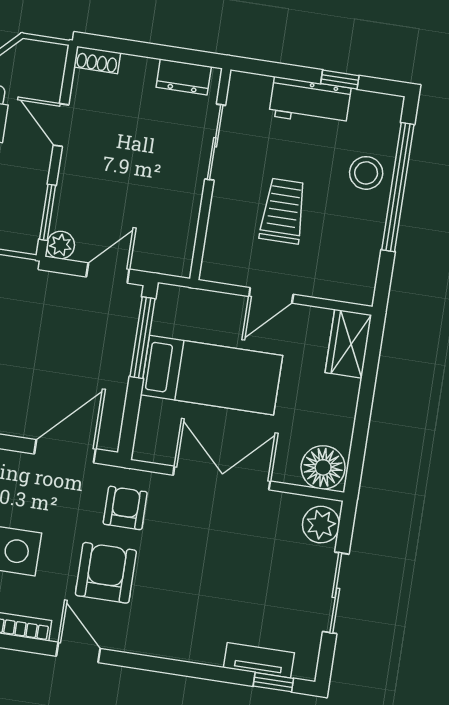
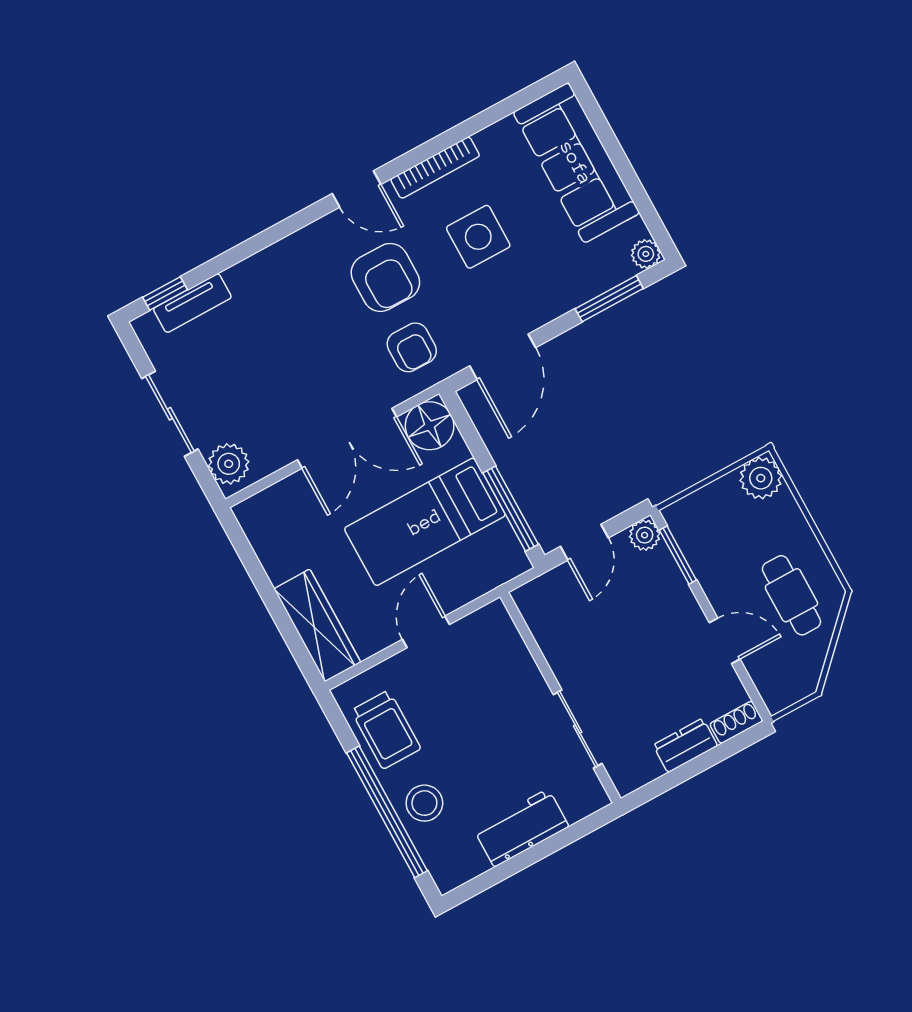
dresser: (184, 77) -> (685, 745), moved
window: (340, 80) -> (510, 868), removed
trolley: (283, 211) -> (386, 730), moved
wardrobe: (348, 344) -> (317, 625), width x1.50
floor lamp: (323, 467) -> (430, 426), moved

